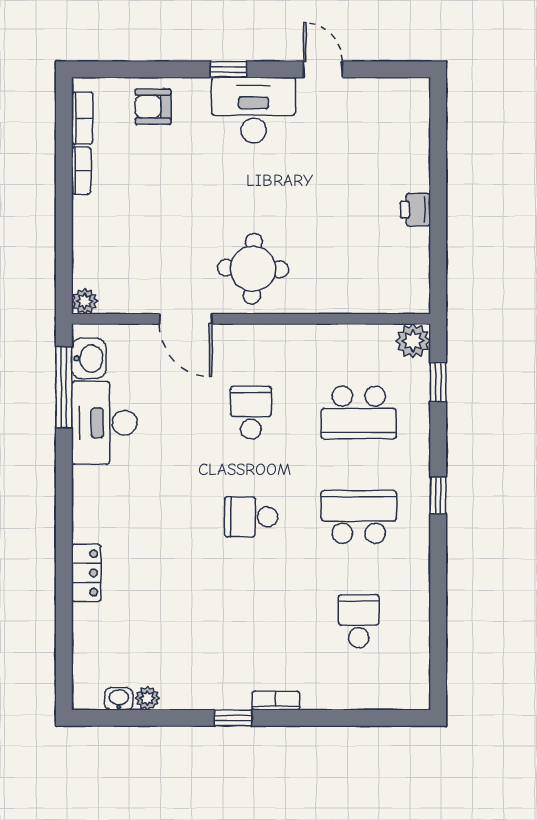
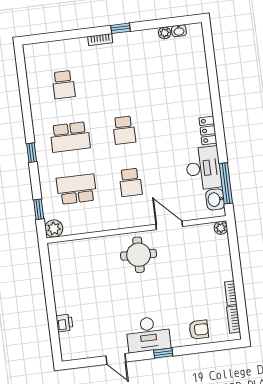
printer: (415, 210) -> (64, 323), moved
school desk: (251, 517) -> (124, 130), turned 90
locker: (86, 573) -> (208, 131), moved

